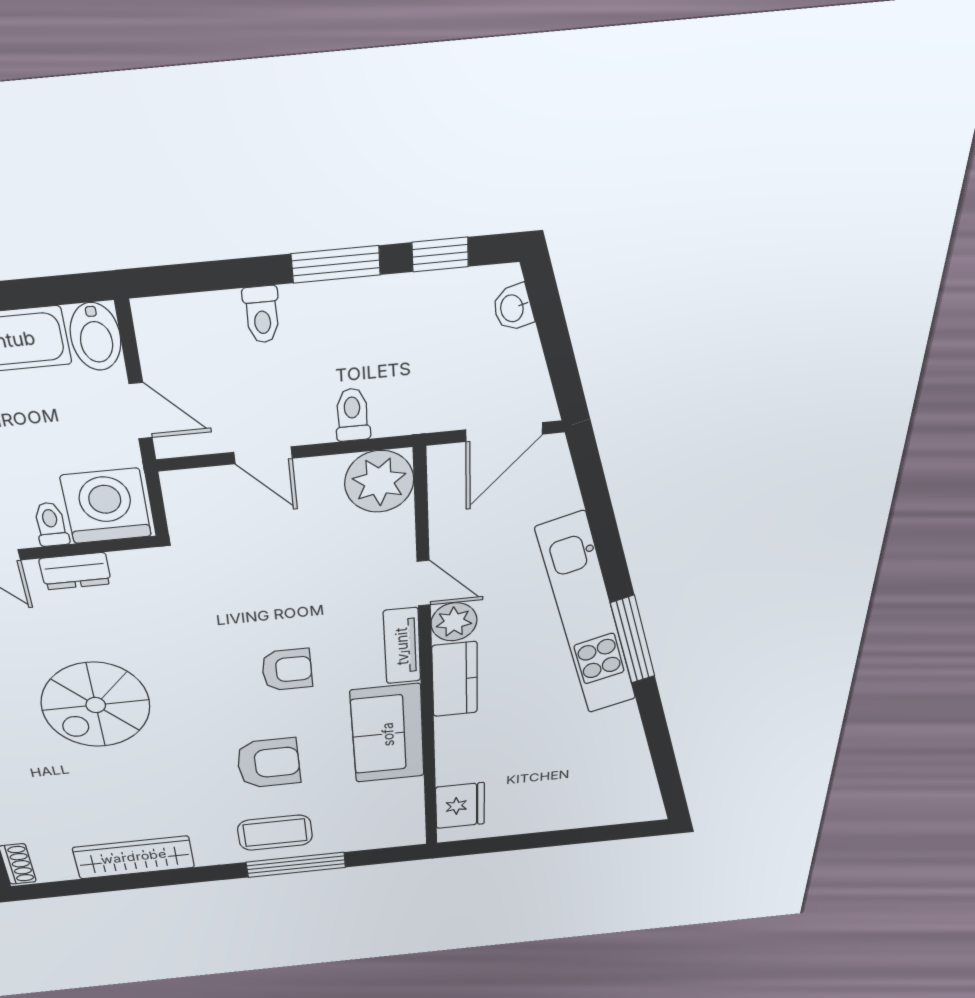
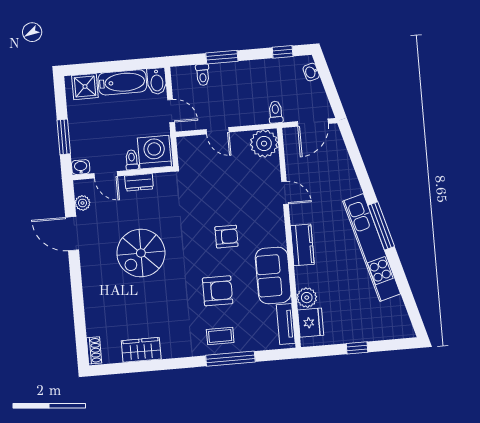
window: (336, 264) -> (222, 57), moved
toilet: (262, 315) -> (203, 75), moved
toilet: (352, 415) -> (276, 112), moved
kitchen unit: (587, 617) -> (372, 247), moved
plant: (454, 622) -> (307, 298), moved
tv unit: (402, 646) -> (286, 324), moved
coffee table: (275, 833) -> (220, 336), width x0.73, depth x0.77
window: (547, 839) -> (357, 348), added
wardrobe: (134, 857) -> (141, 350), width x0.67

